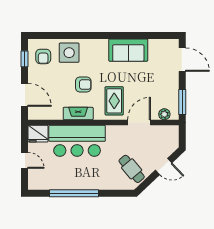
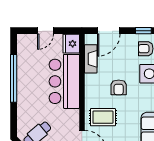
fireplace: (78, 113) -> (91, 59), moved

